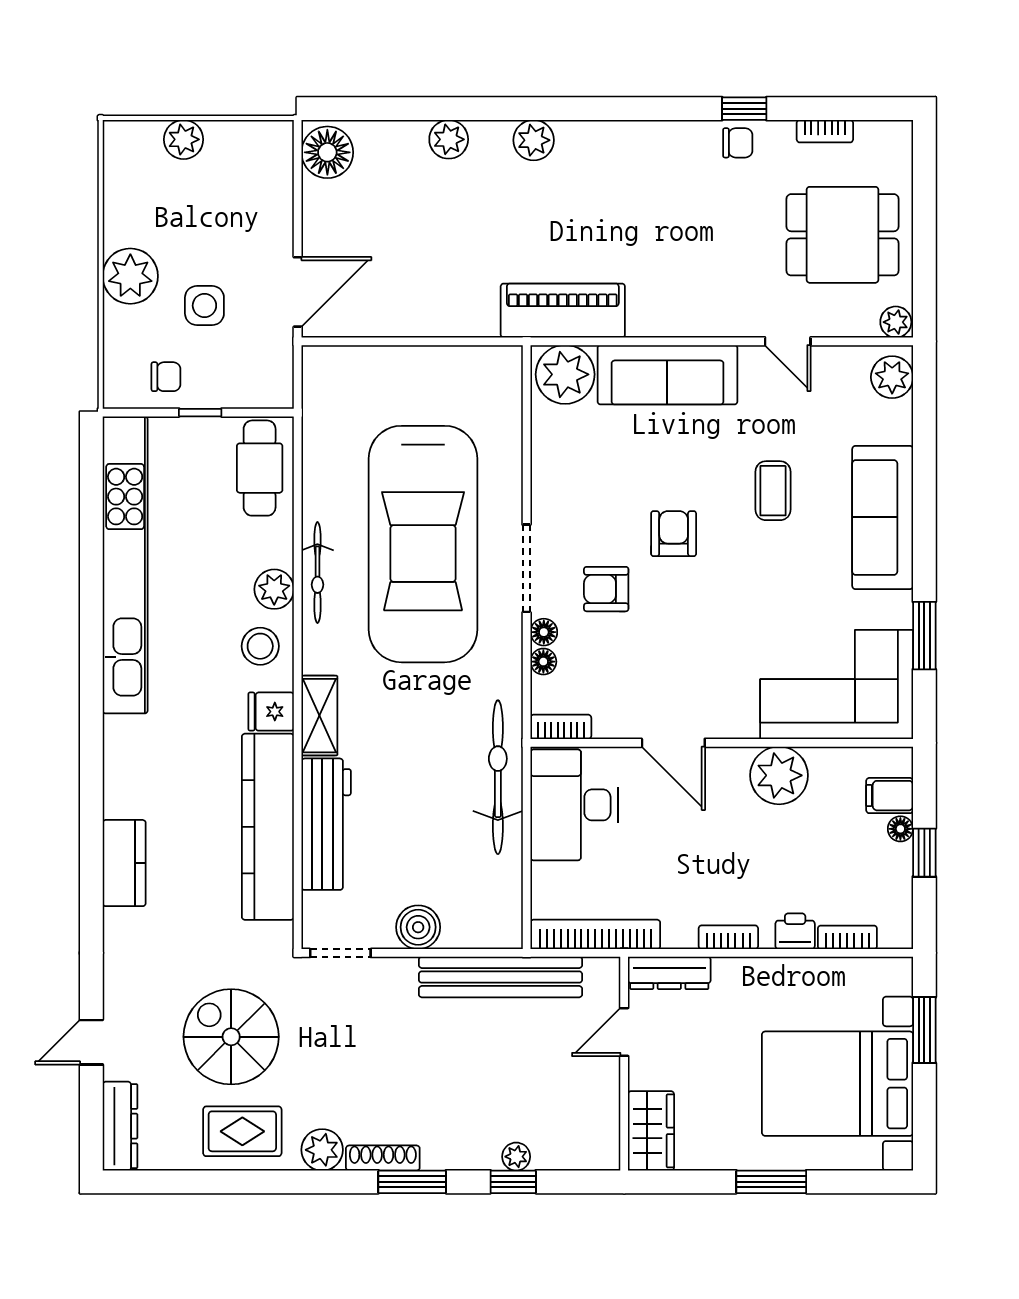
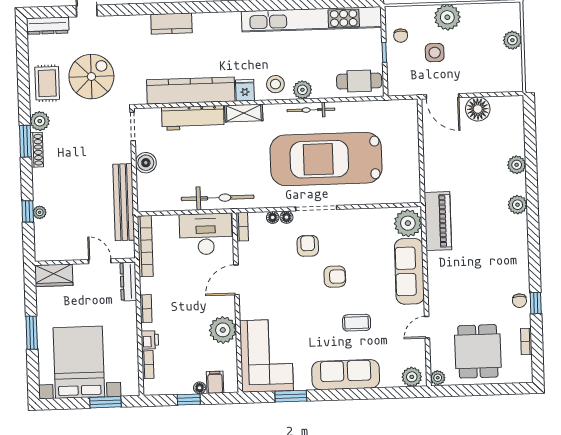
floor lamp: (327, 152) -> (478, 109), moved
window: (412, 1182) -> (25, 141), moved

